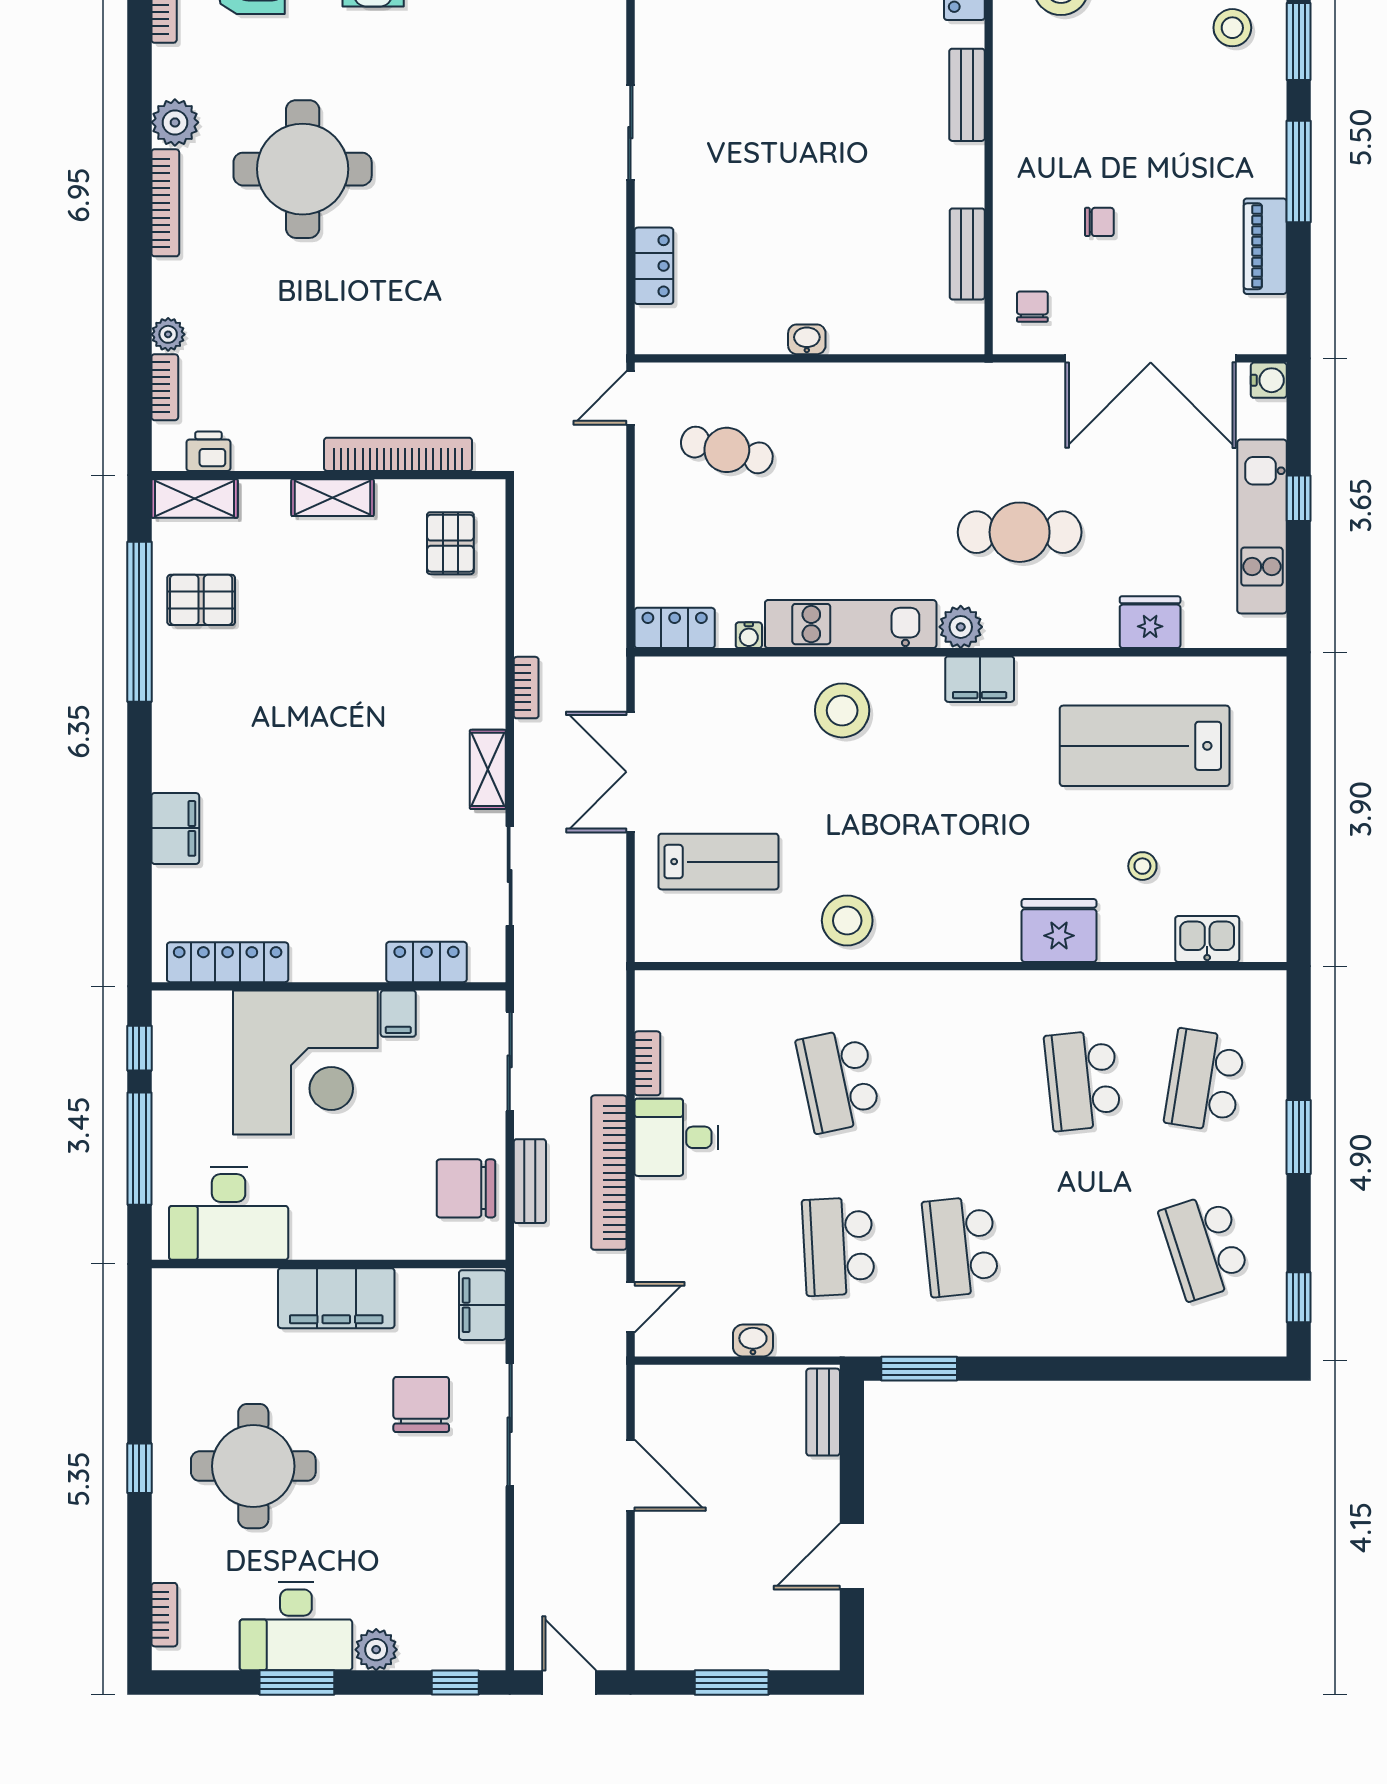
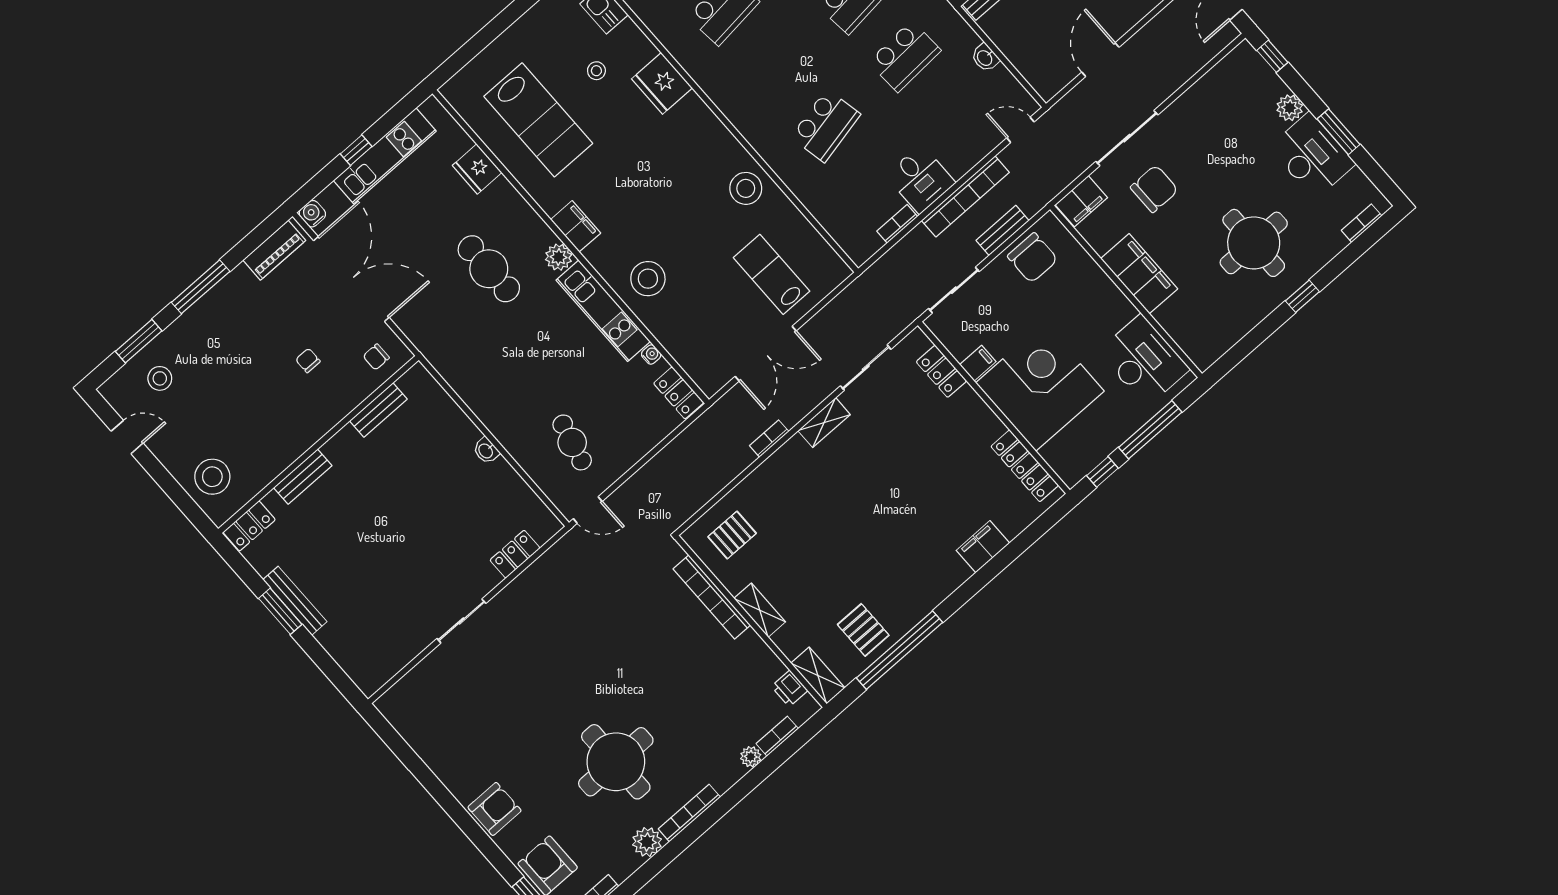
piano: (1265, 246) -> (274, 250), moved
chair: (421, 1405) -> (1154, 189), turned 180

